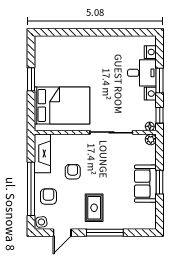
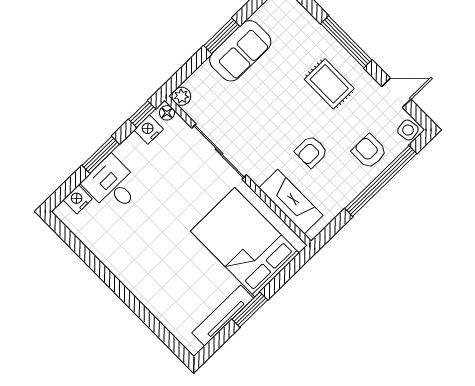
tv unit: (40, 65) -> (223, 316), added
nightstand: (150, 94) -> (149, 130), moved
fireplace: (42, 153) -> (291, 202), moved, turned 90
armchair: (48, 196) -> (369, 151), turned 90
rug: (94, 208) -> (329, 84), turned 90

